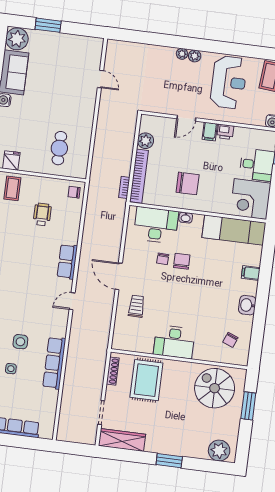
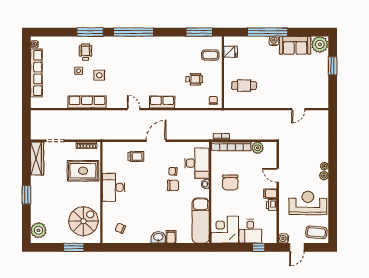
reception desk: (229, 82) -> (308, 203), turned 180
washbasin: (247, 305) -> (158, 237), moved

